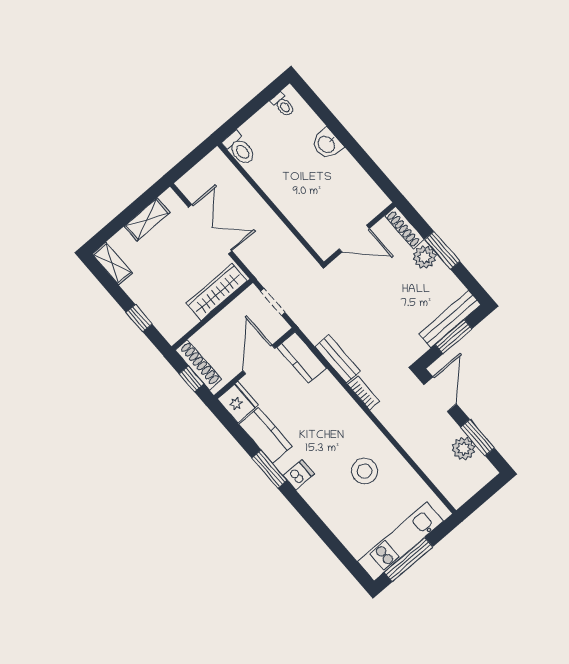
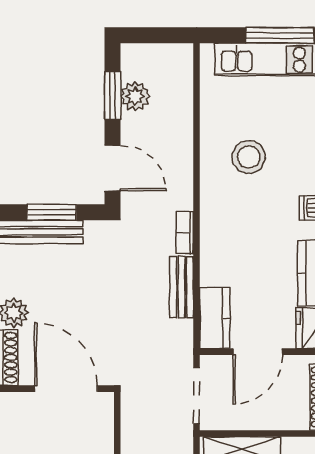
door: (354, 239) -> (66, 389), width x1.36
doorway: (273, 302) -> (197, 395), width x1.38
door: (440, 394) -> (113, 168), swing flipped

